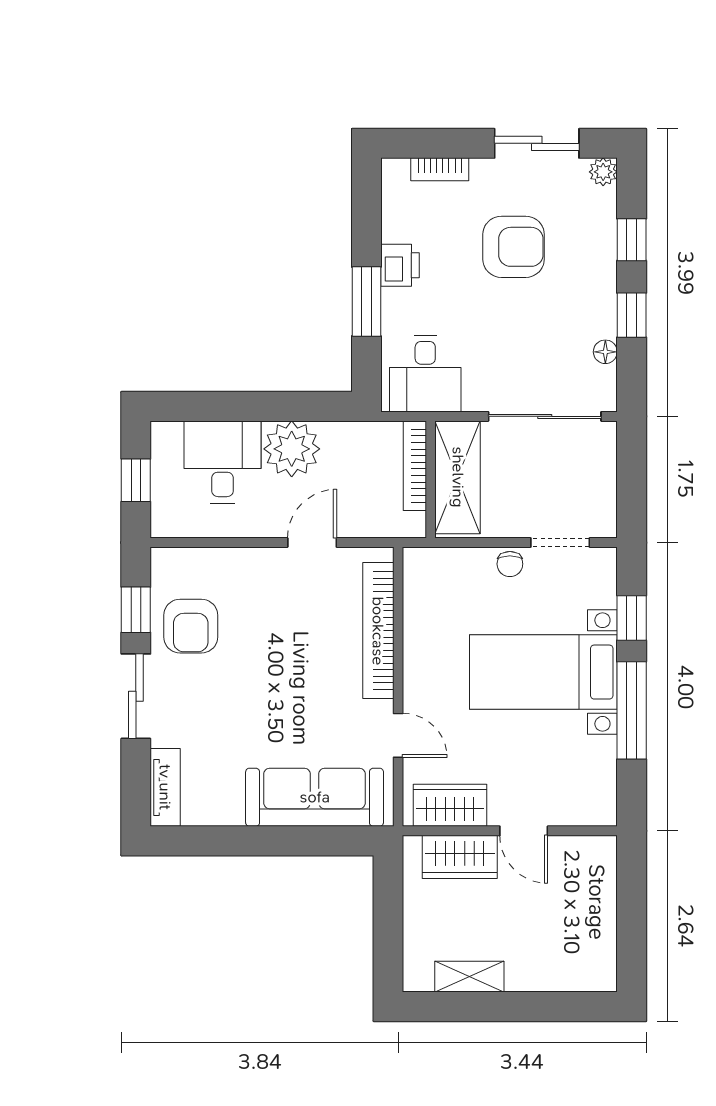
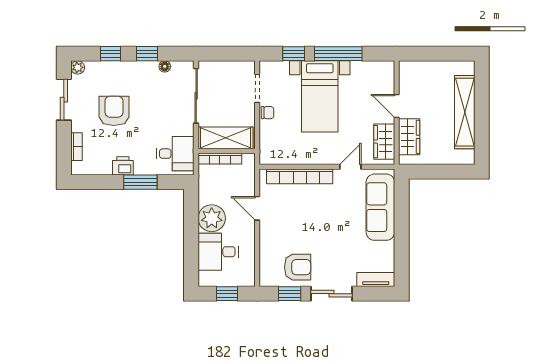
door: (524, 831) -> (397, 106), swing flipped
shelving: (469, 977) -> (465, 112), width x2.20, depth x1.33

